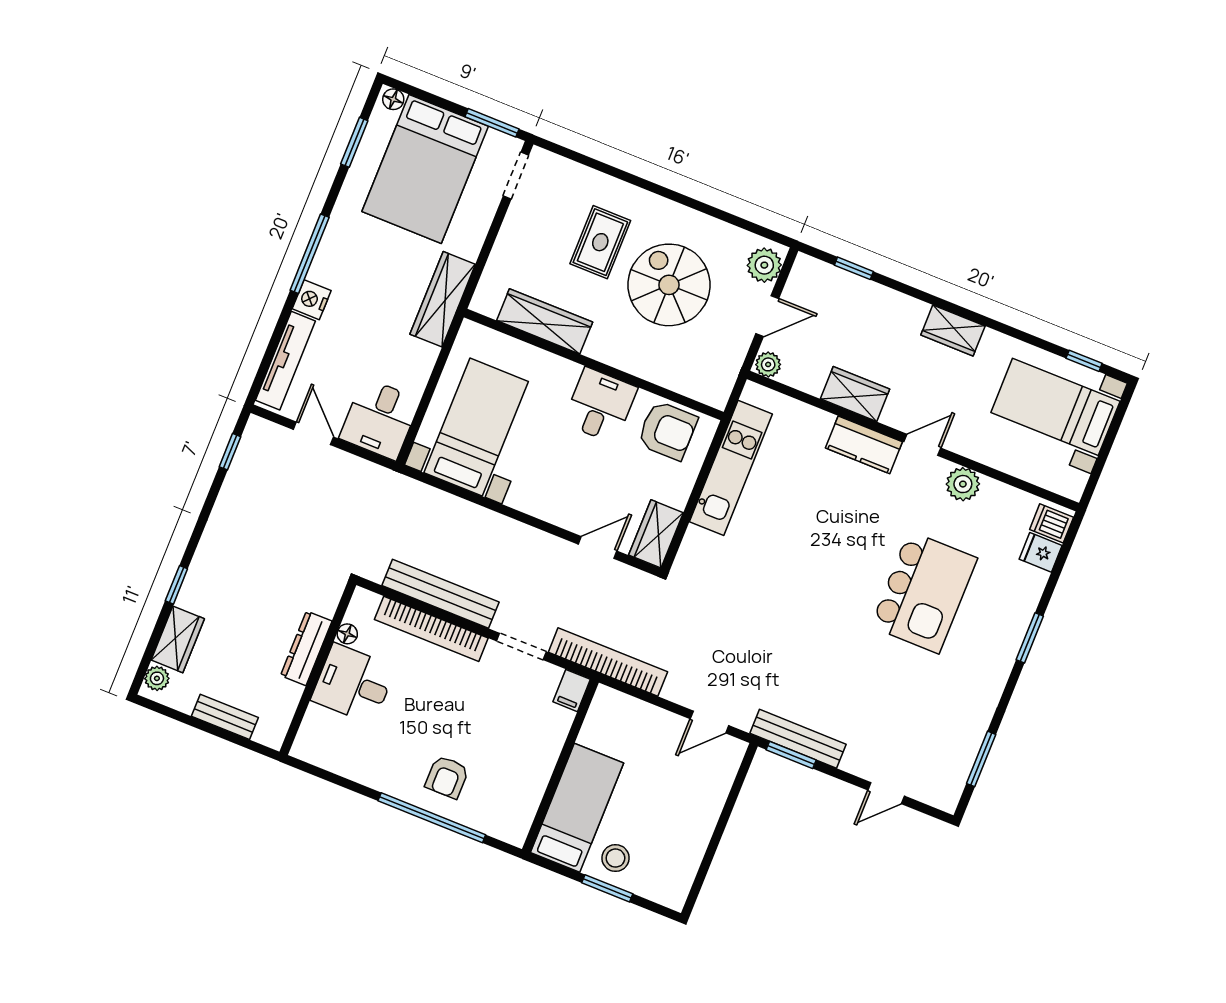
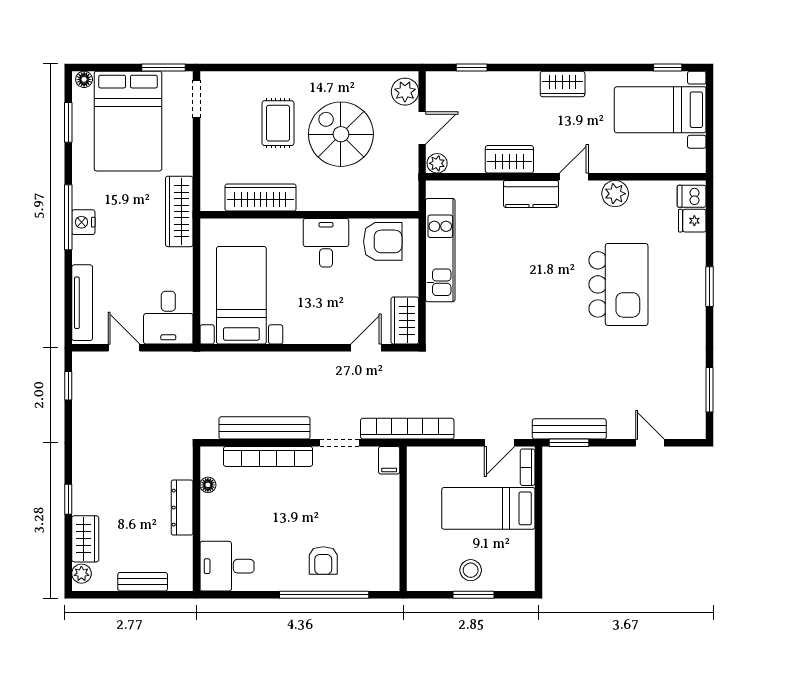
nightstand: (312, 300) -> (83, 222), moved
desk: (353, 684) -> (227, 566), moved
bookcase: (731, 764) -> (528, 467), added
door: (886, 793) -> (650, 443), swing flipped
bed: (577, 808) -> (488, 508), moved, turned -90

